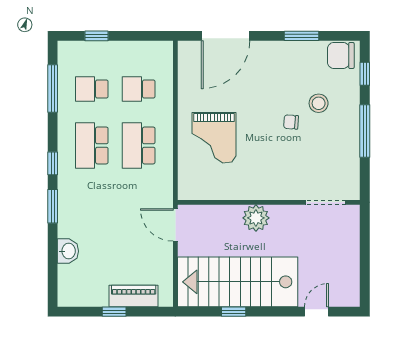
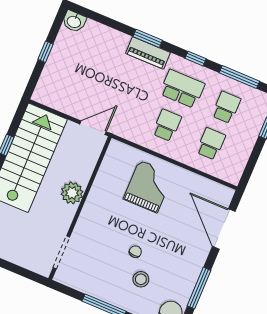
window: (301, 36) -> (199, 288), width x1.44
grand piano: (214, 138) -> (148, 187), turned 90
school desk: (139, 145) -> (167, 125), width x0.54
window: (53, 163) -> (196, 59), moved
washbasin: (68, 251) -> (74, 21), moved
piano: (134, 296) -> (148, 53), moved, turned 90

